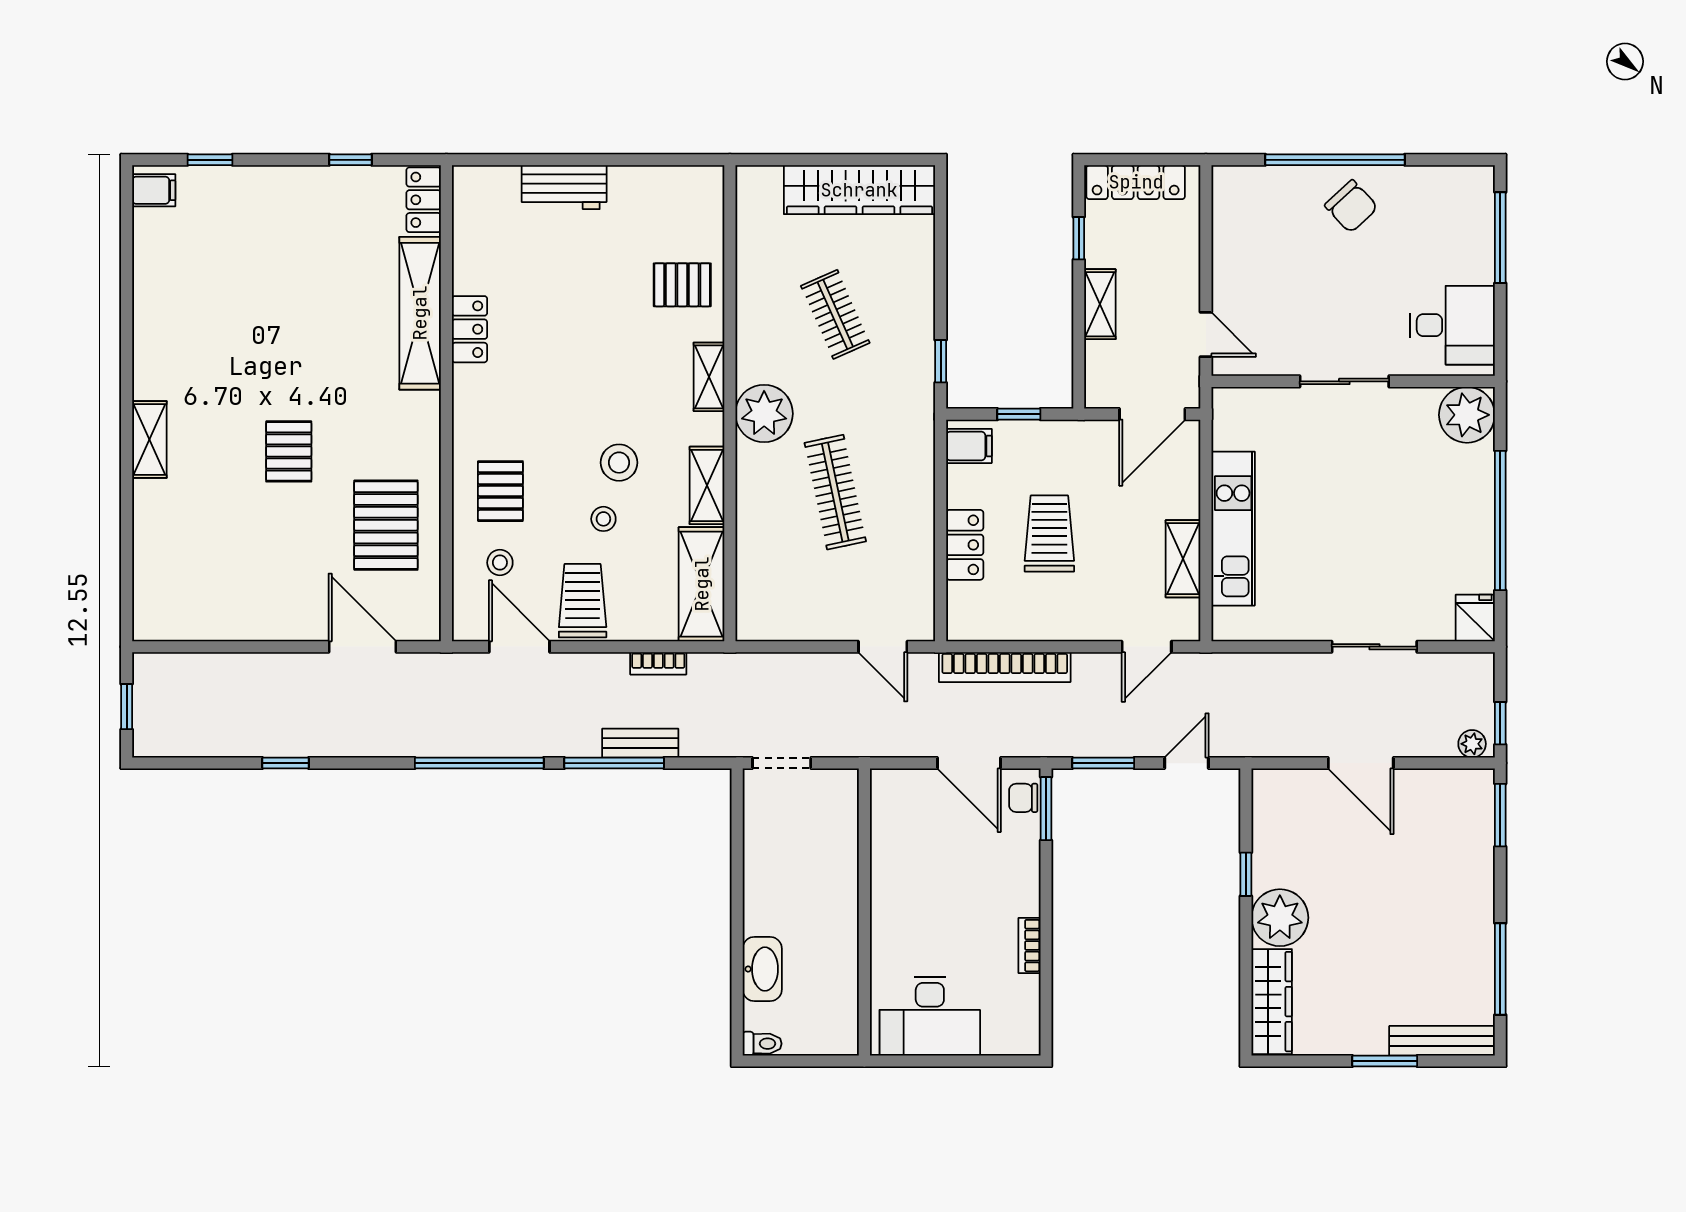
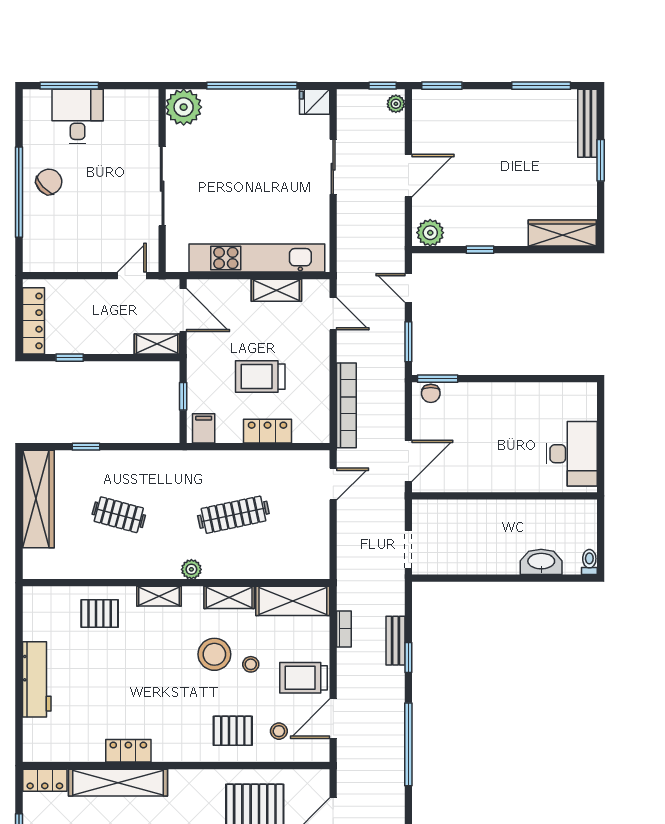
workbench: (564, 187) -> (37, 679), width x1.38
pallet: (682, 285) -> (100, 613), turned 90
shelving: (1100, 304) -> (157, 344), moved
clothes rail: (835, 314) -> (119, 515), turned 39
desk: (1452, 325) -> (78, 116), moved
window: (941, 361) -> (86, 447), moved
sliding door: (1344, 381) -> (162, 186), width x1.37
plant: (764, 414) -> (191, 569), width x0.53, depth x0.53
stool: (619, 463) -> (214, 654), width x1.38, depth x1.38
kitchen unit: (1233, 529) -> (257, 258), width x1.36
window: (614, 763) -> (408, 657), width x0.46
door: (969, 763) -> (408, 461), moved
plant: (1280, 918) -> (430, 233), moved, width x0.73, depth x0.73
bookcase: (1030, 946) -> (526, 389), removed

